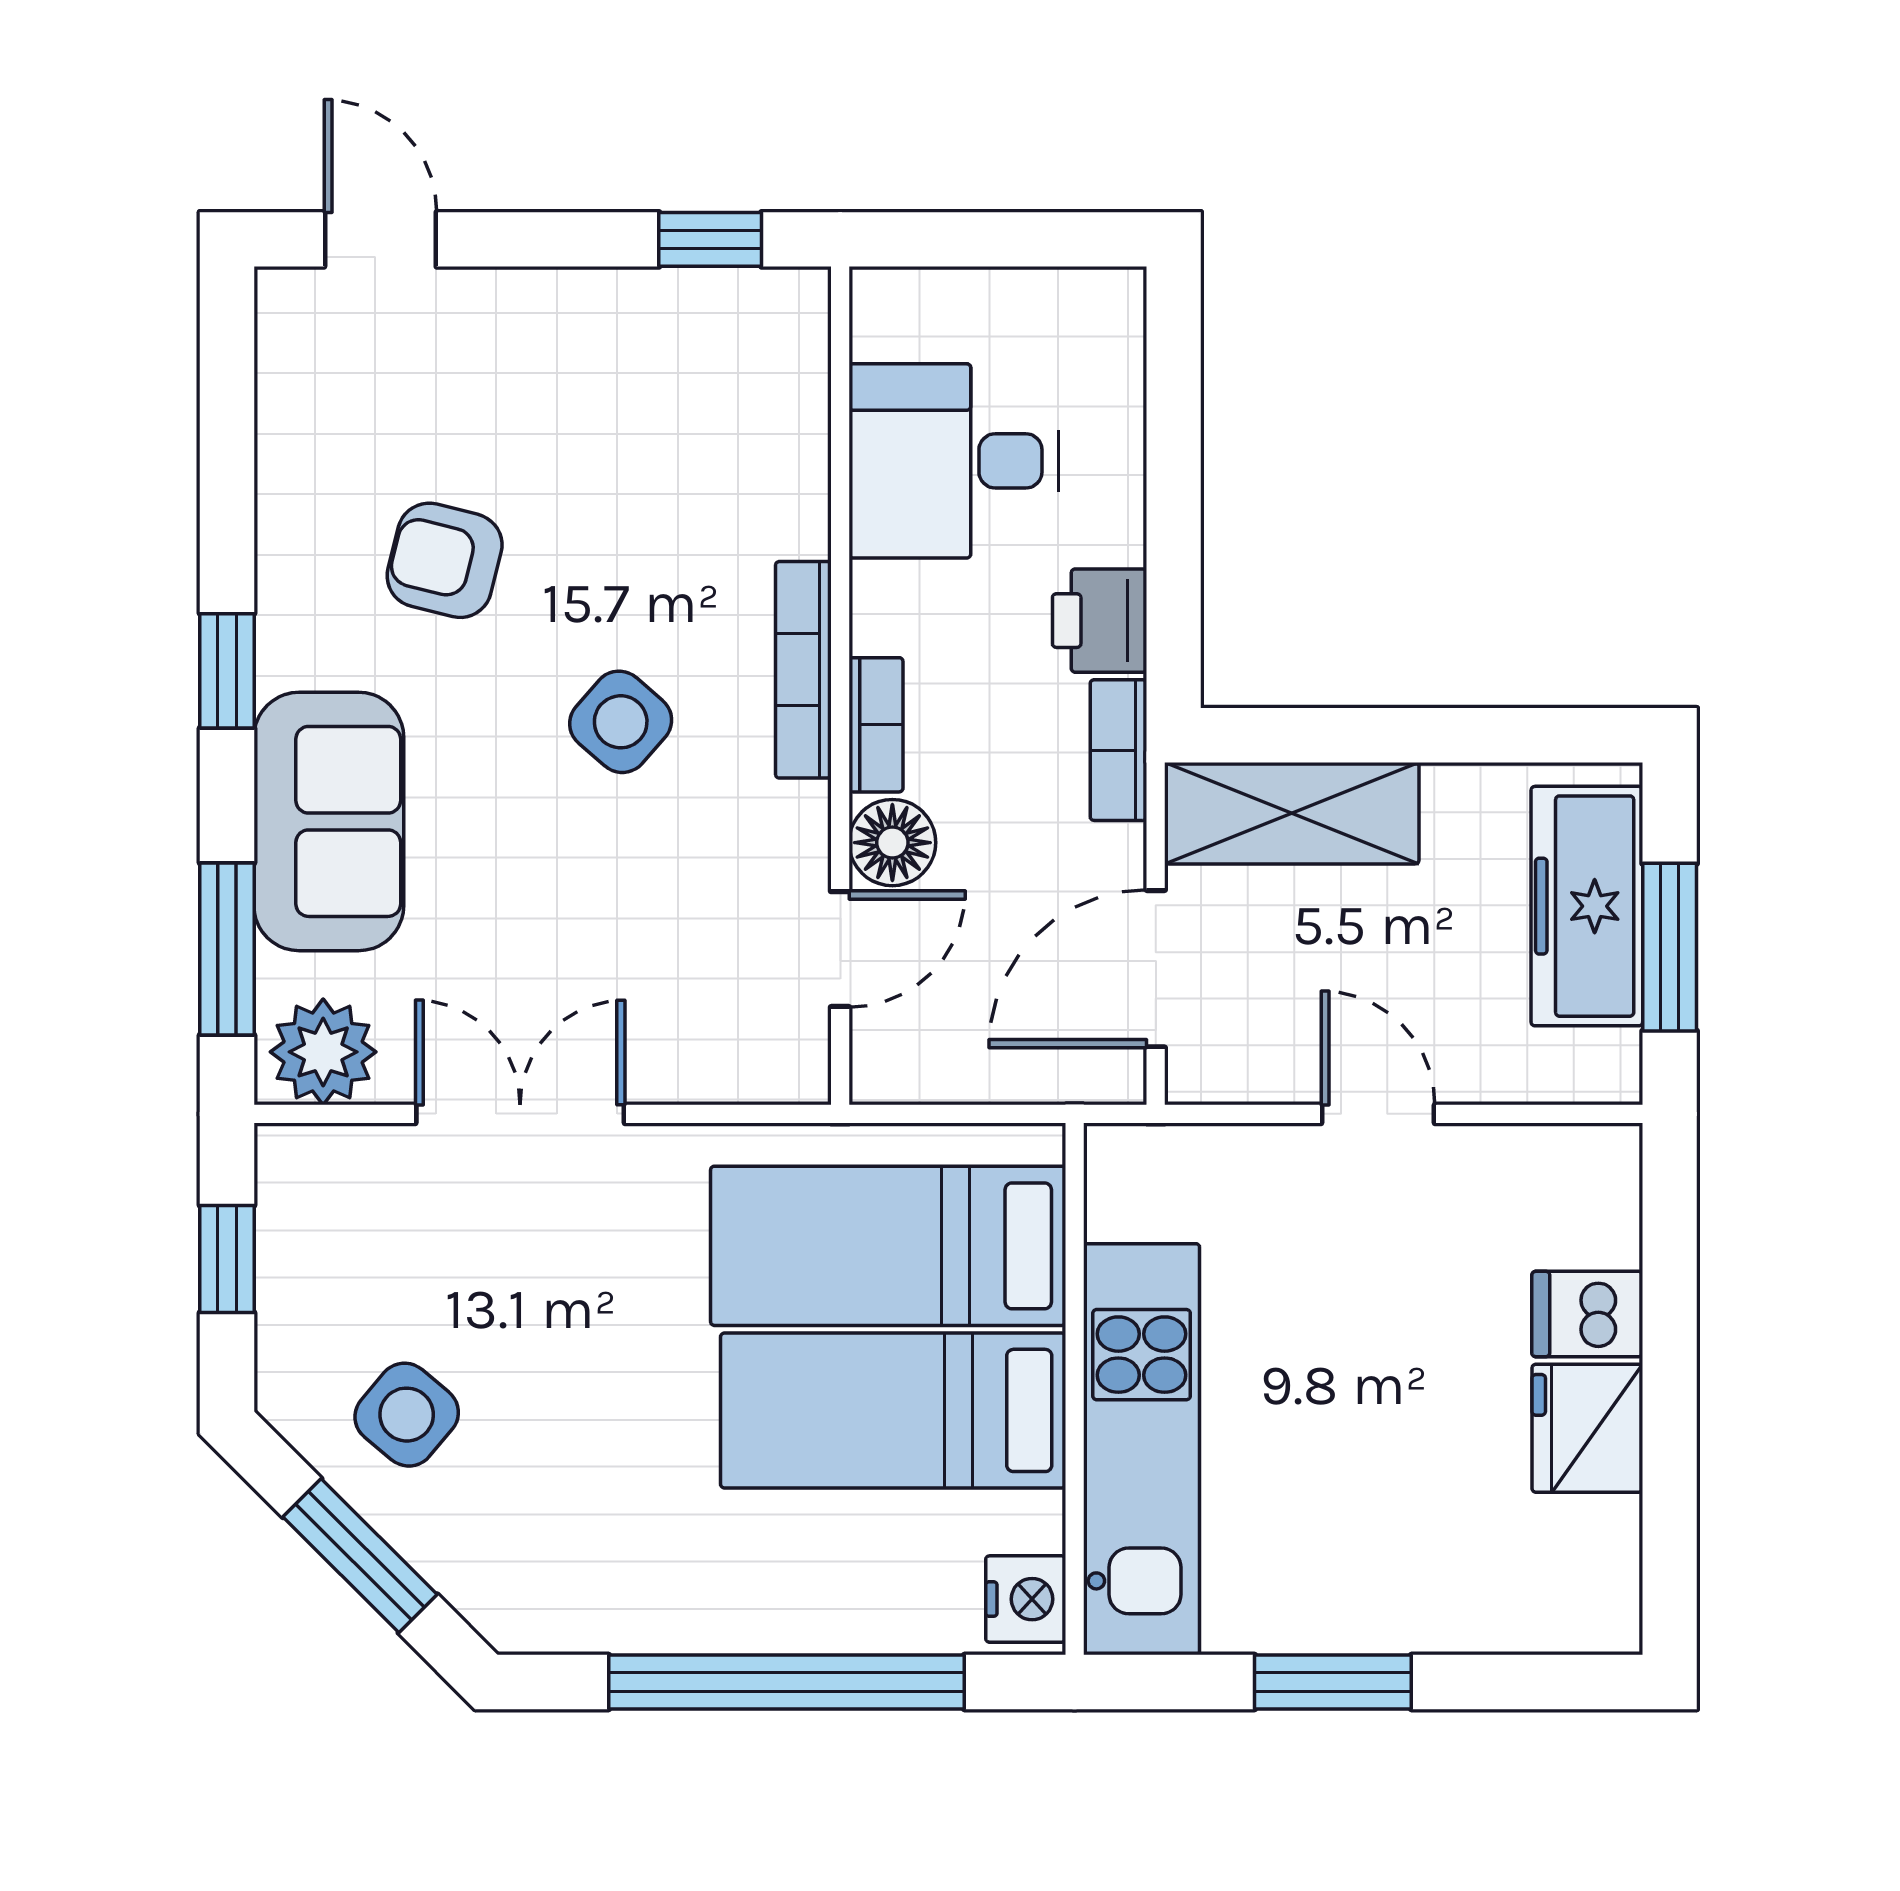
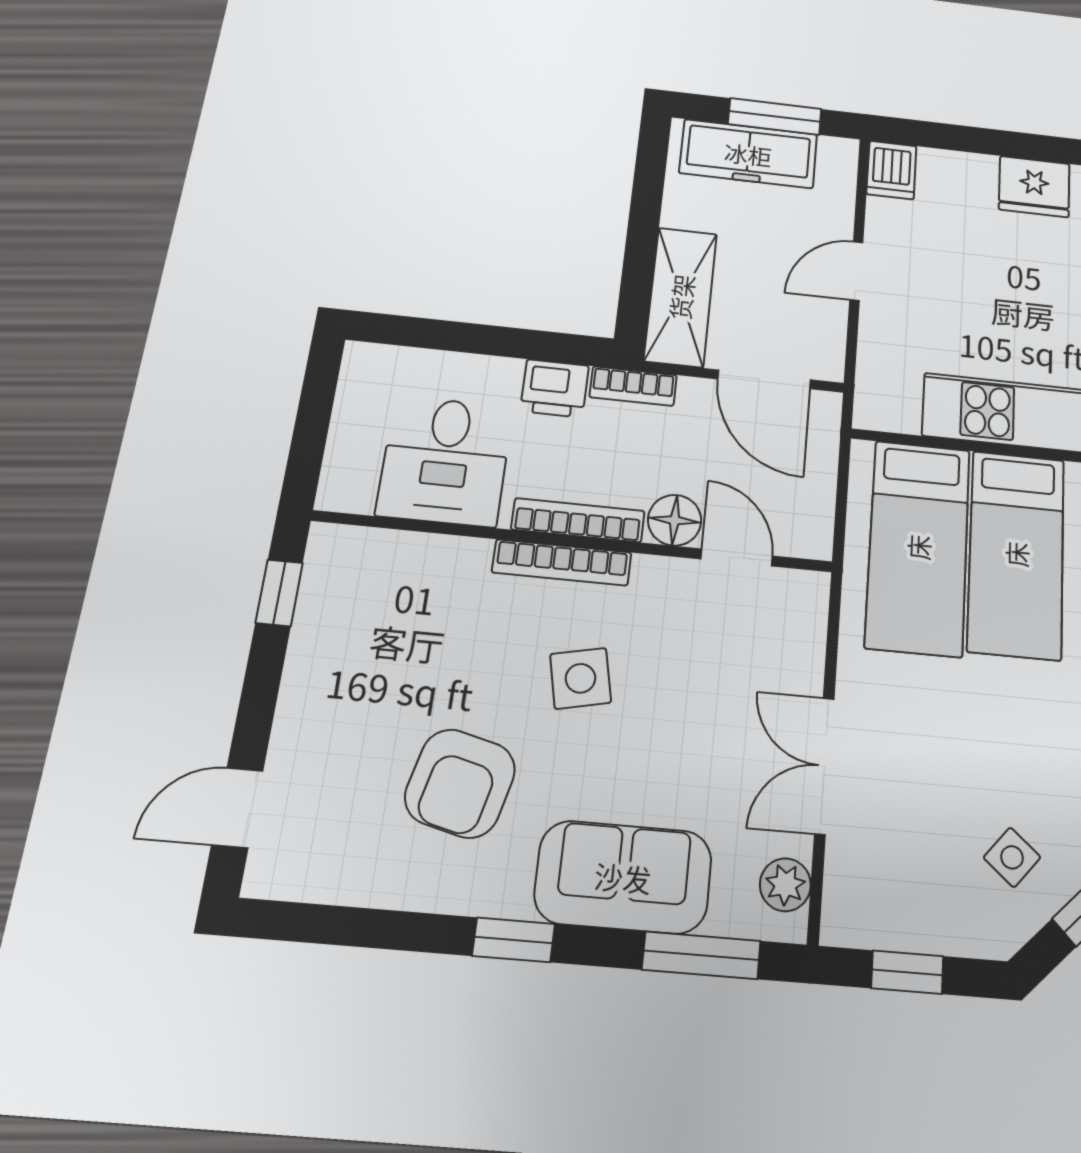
armchair: (445, 560) -> (460, 783), width x1.38, depth x1.38
side table: (621, 722) -> (580, 678), turned 37
bookcase: (876, 725) -> (578, 520), width x1.56
plant: (323, 1052) -> (785, 885), width x0.73, depth x0.73
dishwasher: (1587, 1314) -> (892, 170), moved
side table: (407, 1415) -> (1012, 857), width x0.73, depth x0.73

